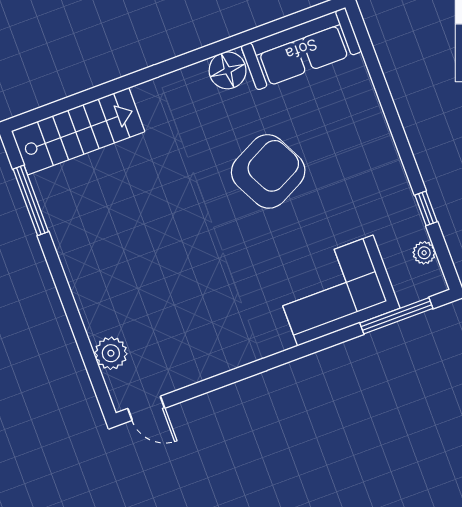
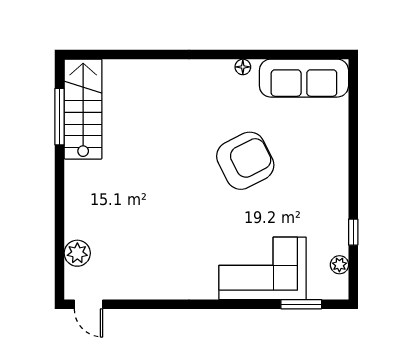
floor lamp: (228, 70) -> (243, 67), width x0.53, depth x0.53
stairs: (78, 131) -> (83, 109), moved, turned -90
window: (396, 316) -> (301, 304), width x0.69

